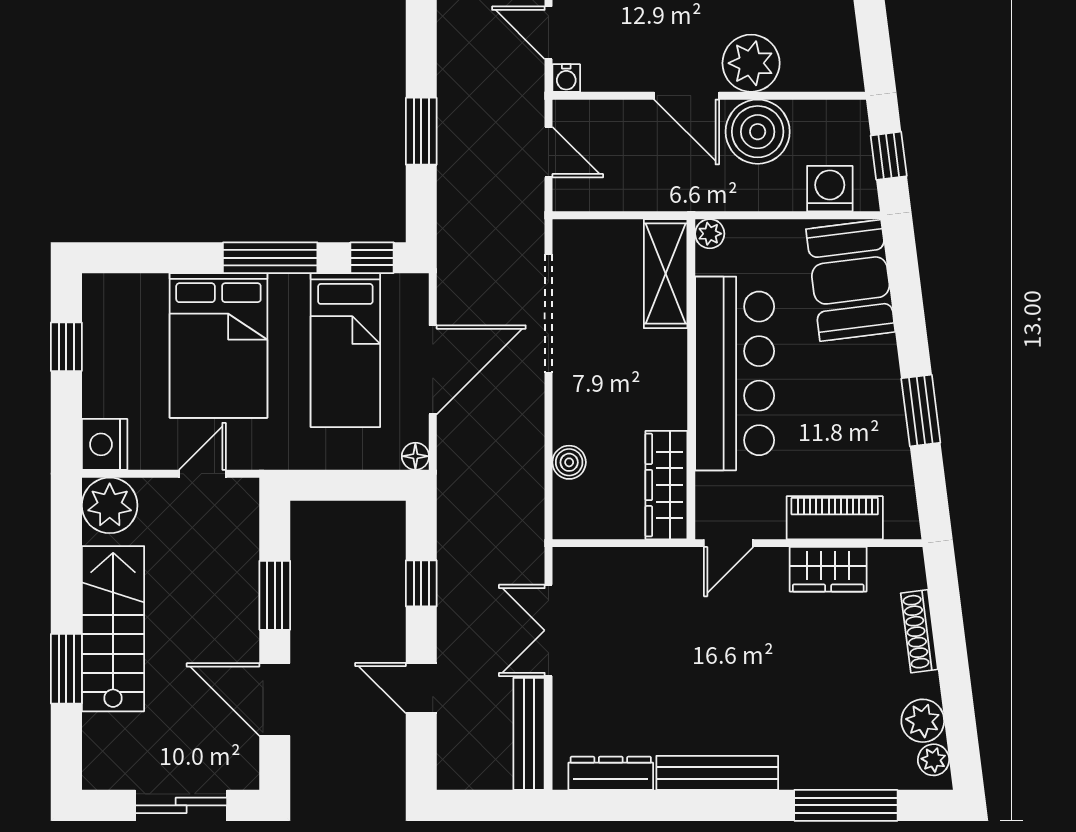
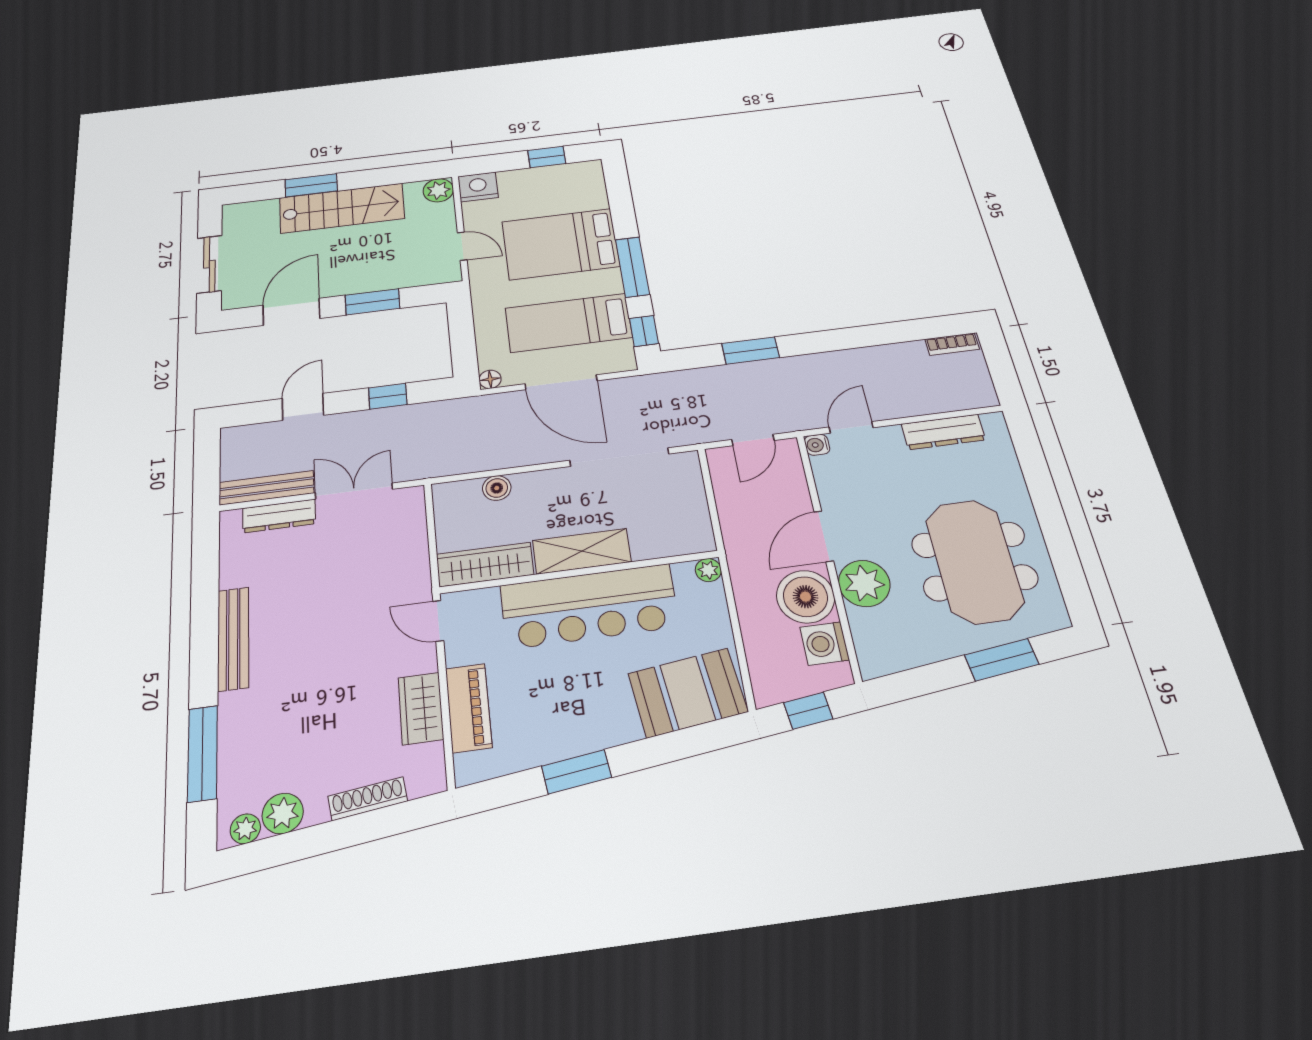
washing machine: (830, 189) -> (825, 644), moved, turned 180
shelving: (666, 274) -> (582, 551), moved
plant: (110, 505) -> (438, 190), width x0.73, depth x0.73
dresser: (611, 773) -> (279, 516), moved, turned 90

